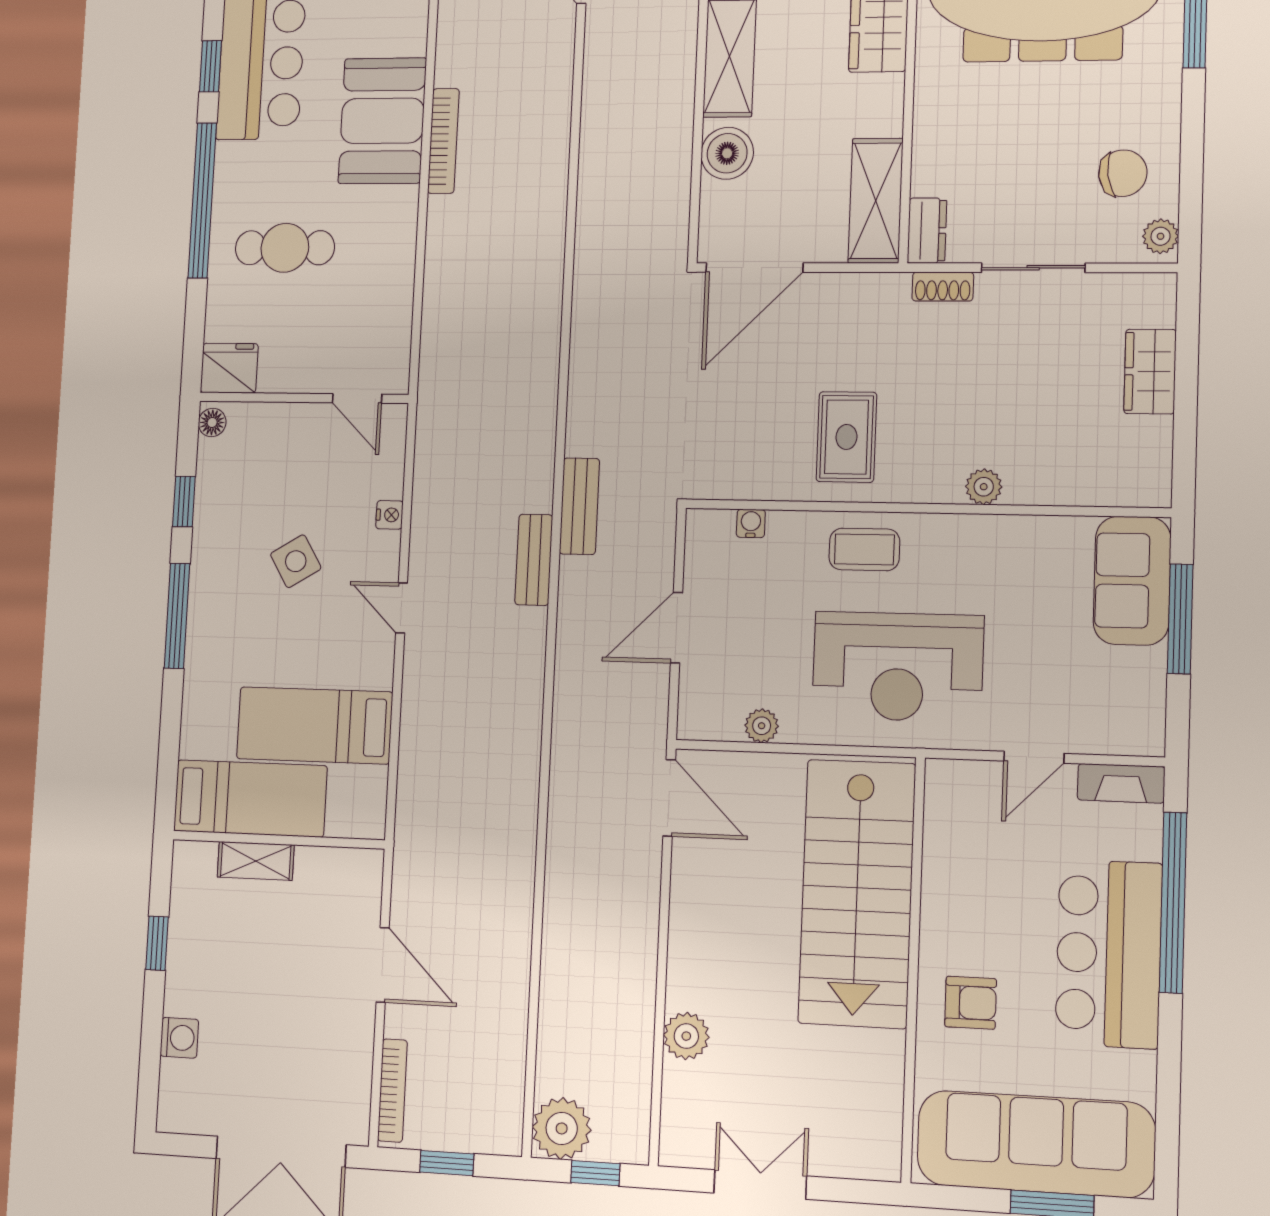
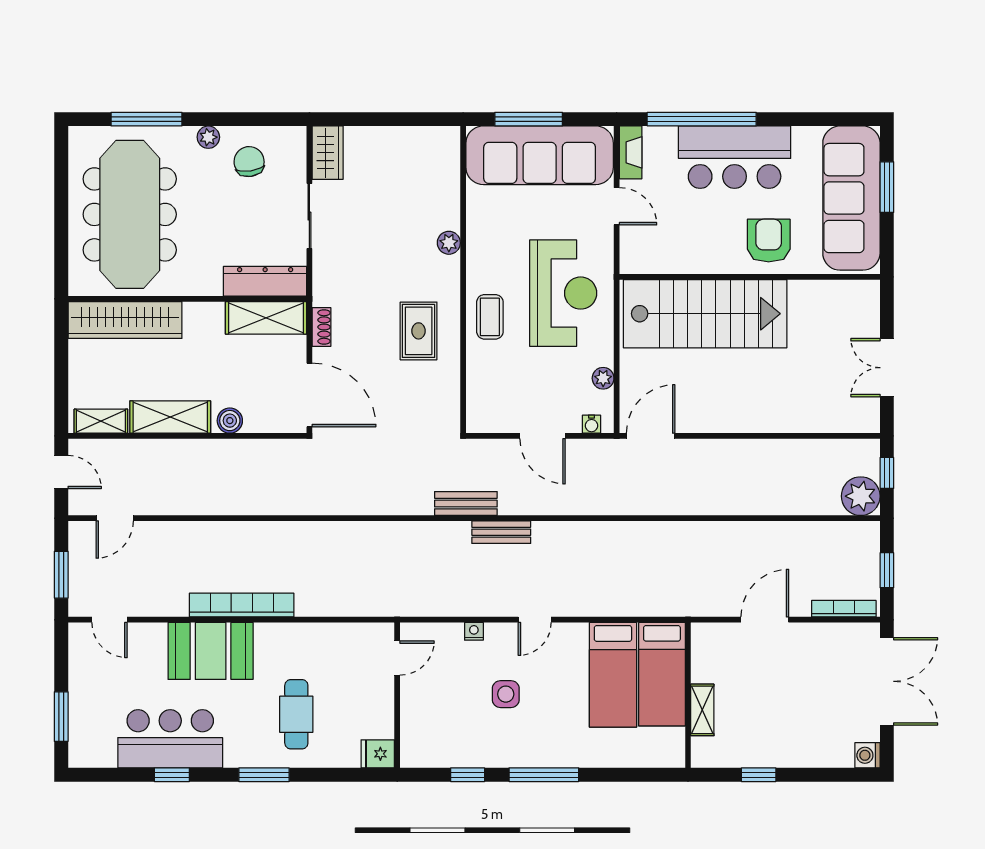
bookcase: (443, 141) -> (242, 605), width x1.48, depth x1.31
boiler: (727, 153) -> (230, 421), width x0.73, depth x0.73
window: (202, 200) -> (264, 775), width x0.47
dresser: (927, 231) -> (265, 281), width x1.96, depth x1.24
plant: (1161, 236) -> (208, 137), moved
shoe rack: (943, 287) -> (322, 327), moved
fridge: (229, 368) -> (378, 754), width x0.72
wardrobe: (1150, 372) -> (328, 153), moved, turned -90
floor lamp: (212, 422) -> (414, 758), removed
rug: (846, 437) -> (419, 331), turned 90
water cooler: (751, 523) -> (591, 424), moved, turned -90
side table: (296, 561) -> (506, 694), turned 31
sofa: (1132, 581) -> (540, 155), width x1.85, depth x1.27
bed: (250, 798) -> (662, 674), moved, turned 180
armchair: (971, 1003) -> (769, 241), width x1.38, depth x1.38
plant: (686, 1036) -> (799, 418), removed
washing machine: (179, 1038) -> (867, 755), moved, turned -90

